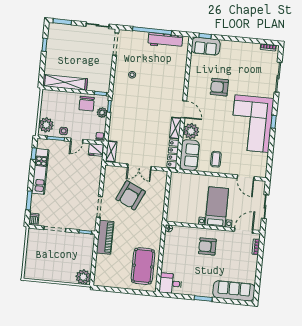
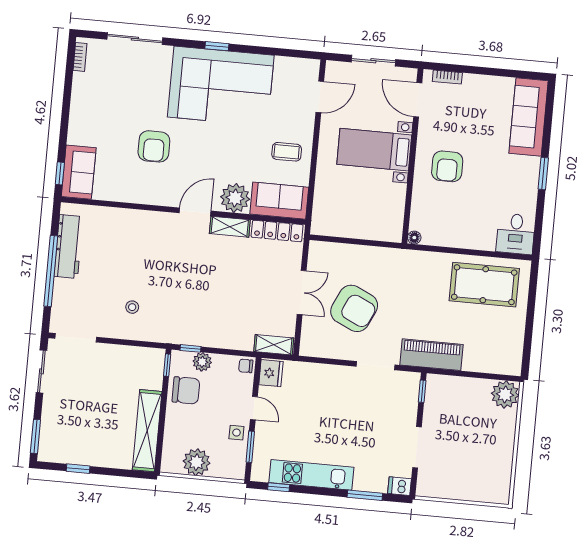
plant: (46, 125) -> (197, 462), moved

